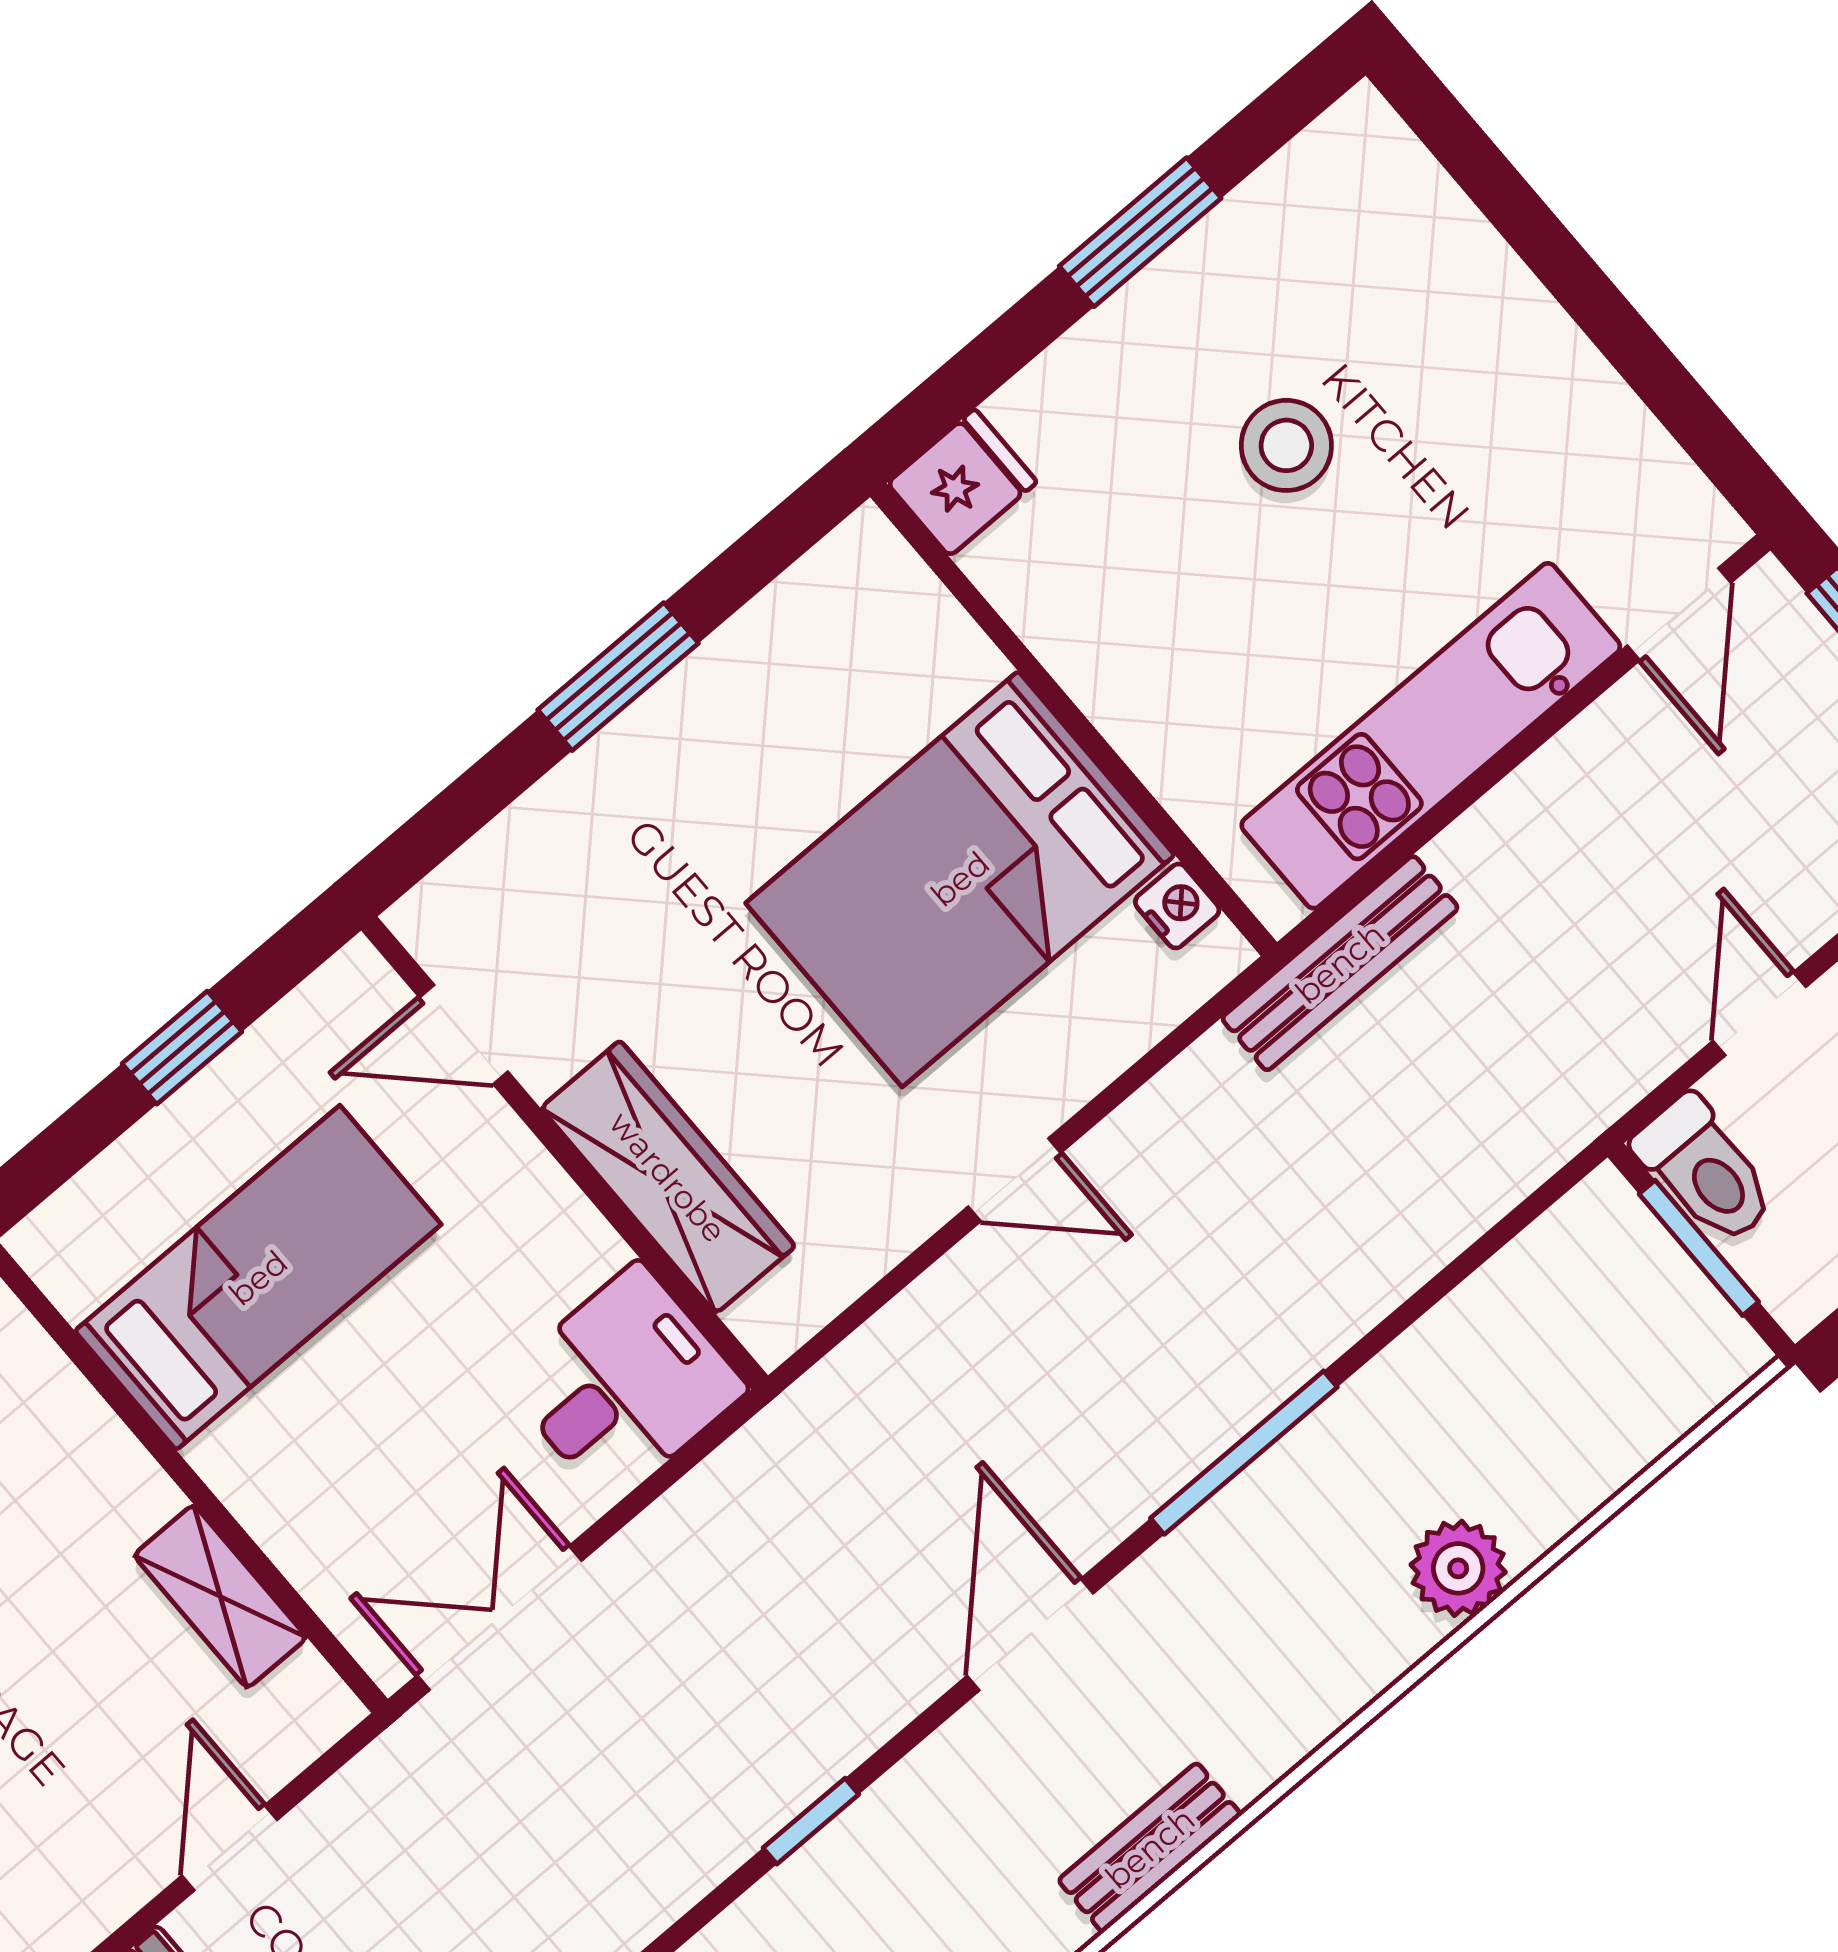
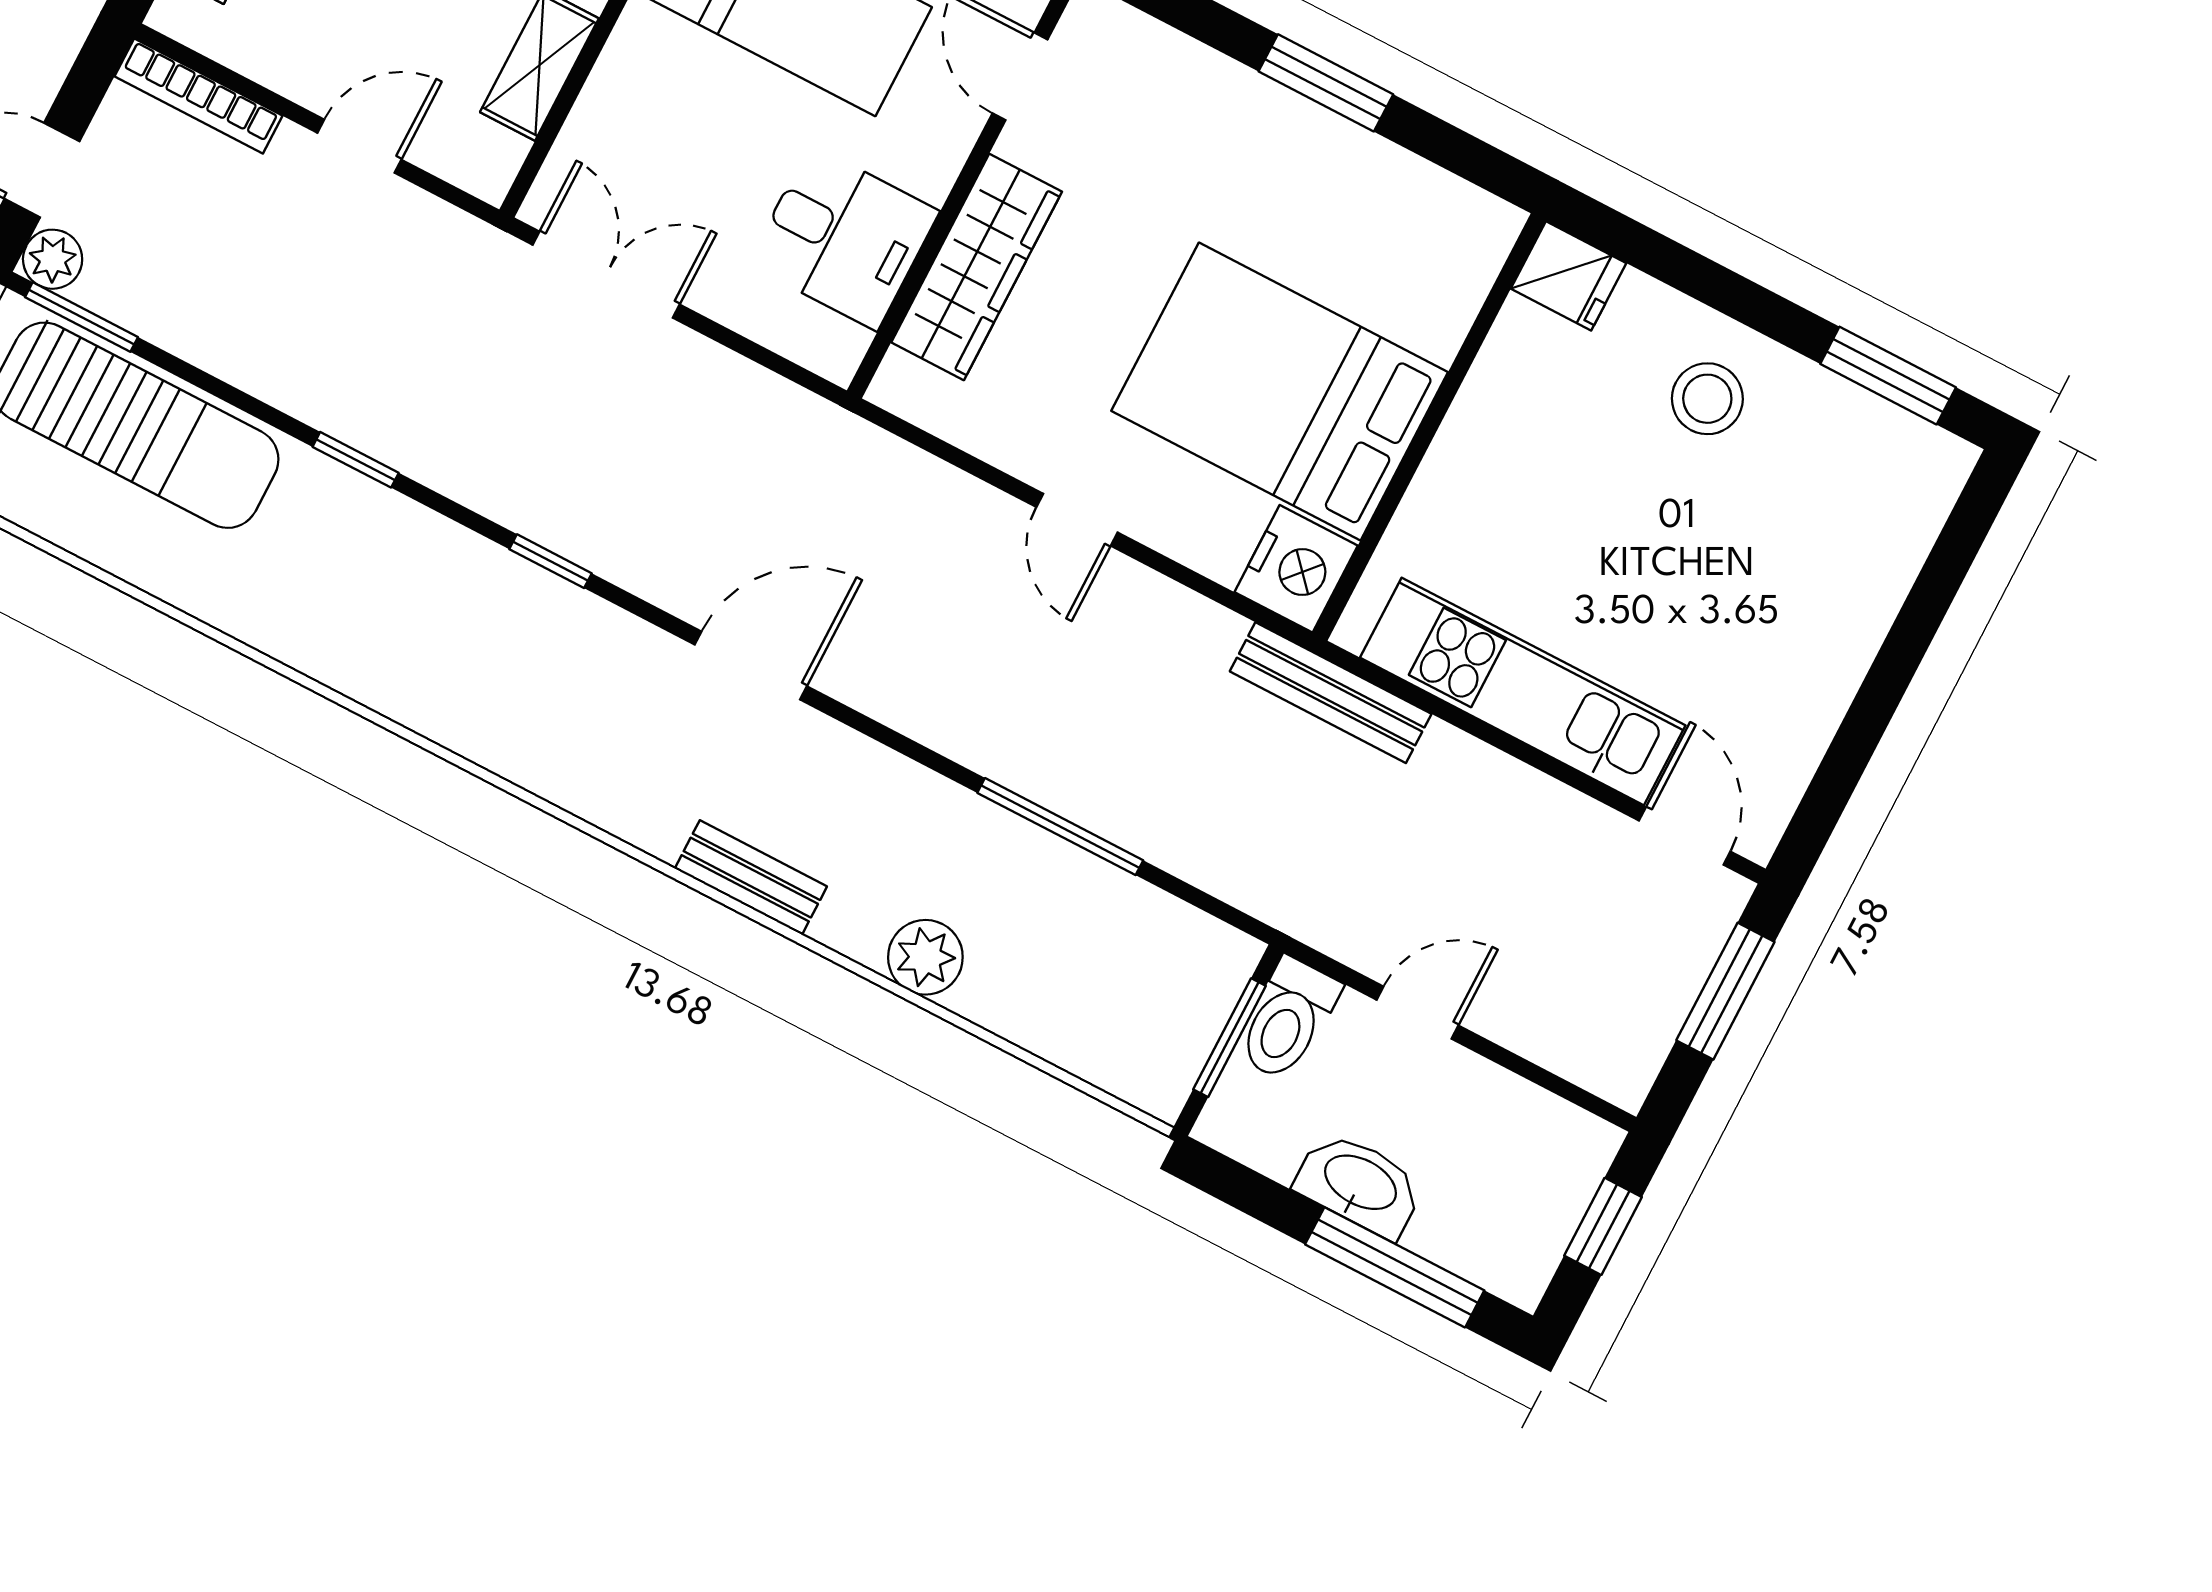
window: (1140, 232) -> (1888, 376), moved
stool: (1286, 445) -> (1707, 399), moved
door: (1679, 614) -> (1685, 836), swing flipped
nightstand: (1177, 906) -> (1296, 569), width x1.89, depth x1.79
desk: (624, 1384) -> (844, 238), moved
window: (1244, 1453) -> (1060, 827), moved
bench: (1150, 1848) -> (751, 878), moved

